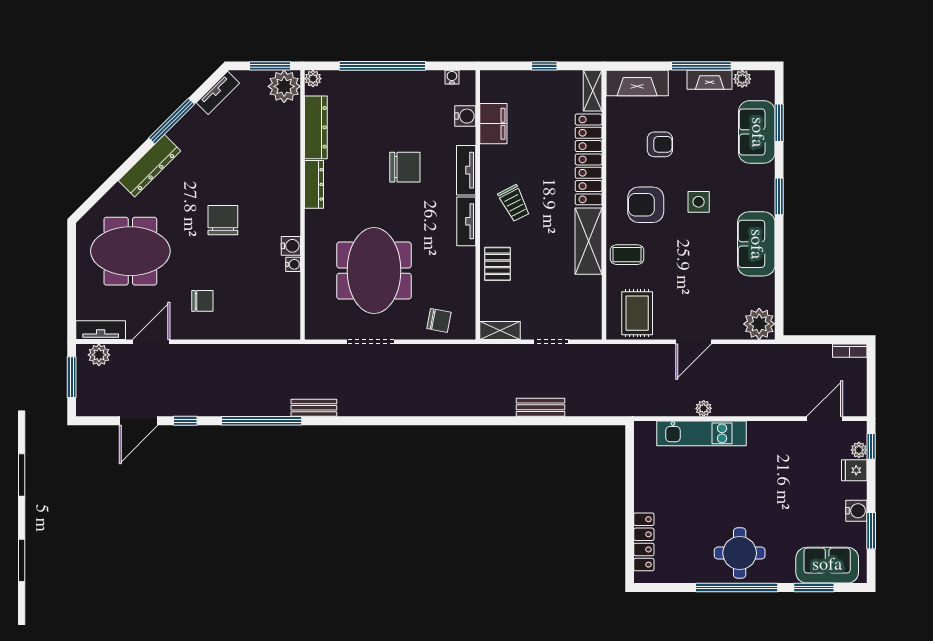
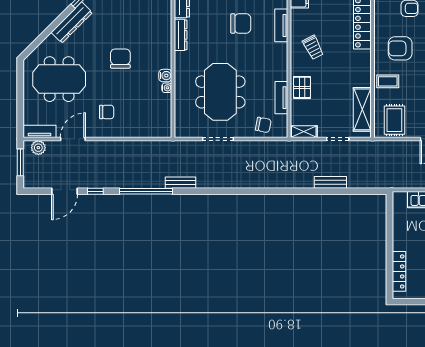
tv unit: (466, 221) -> (281, 98), moved
shelving: (588, 241) -> (362, 109), moved

